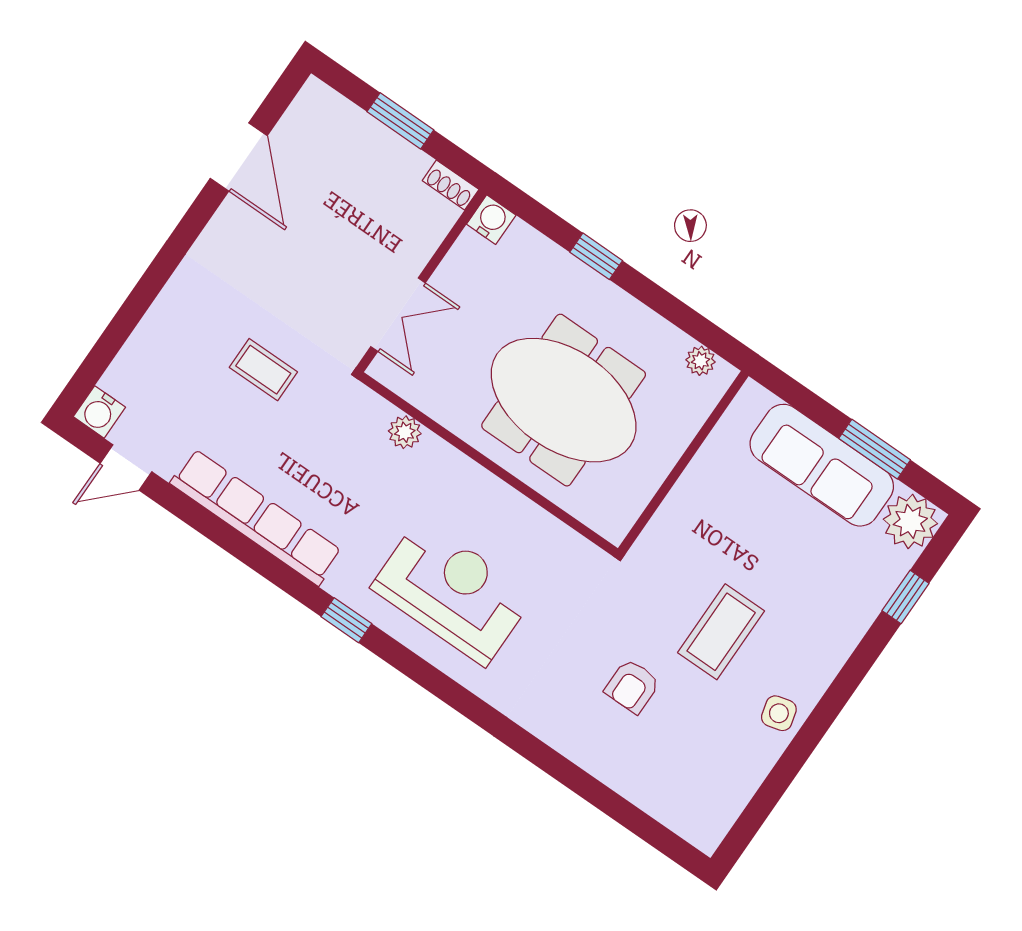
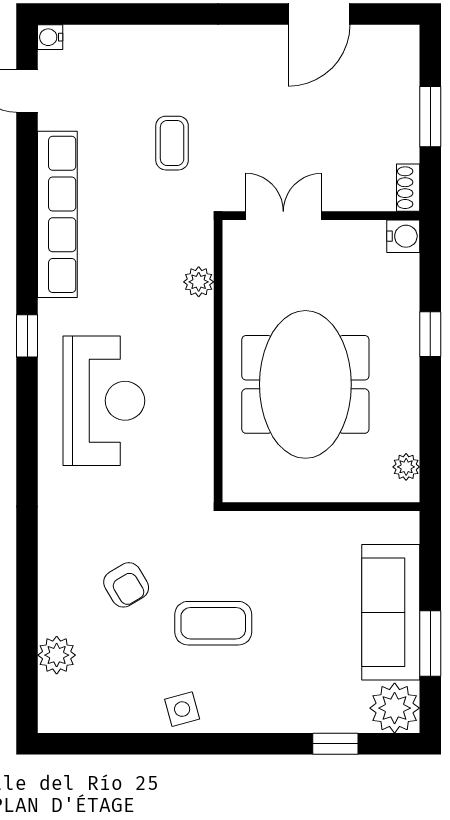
double door: (398, 315) -> (283, 216), swing flipped
water cooler: (99, 412) -> (50, 37), width x0.72, depth x0.72
armchair: (632, 686) -> (126, 585), turned -121
plant: (652, 792) -> (57, 655), added

